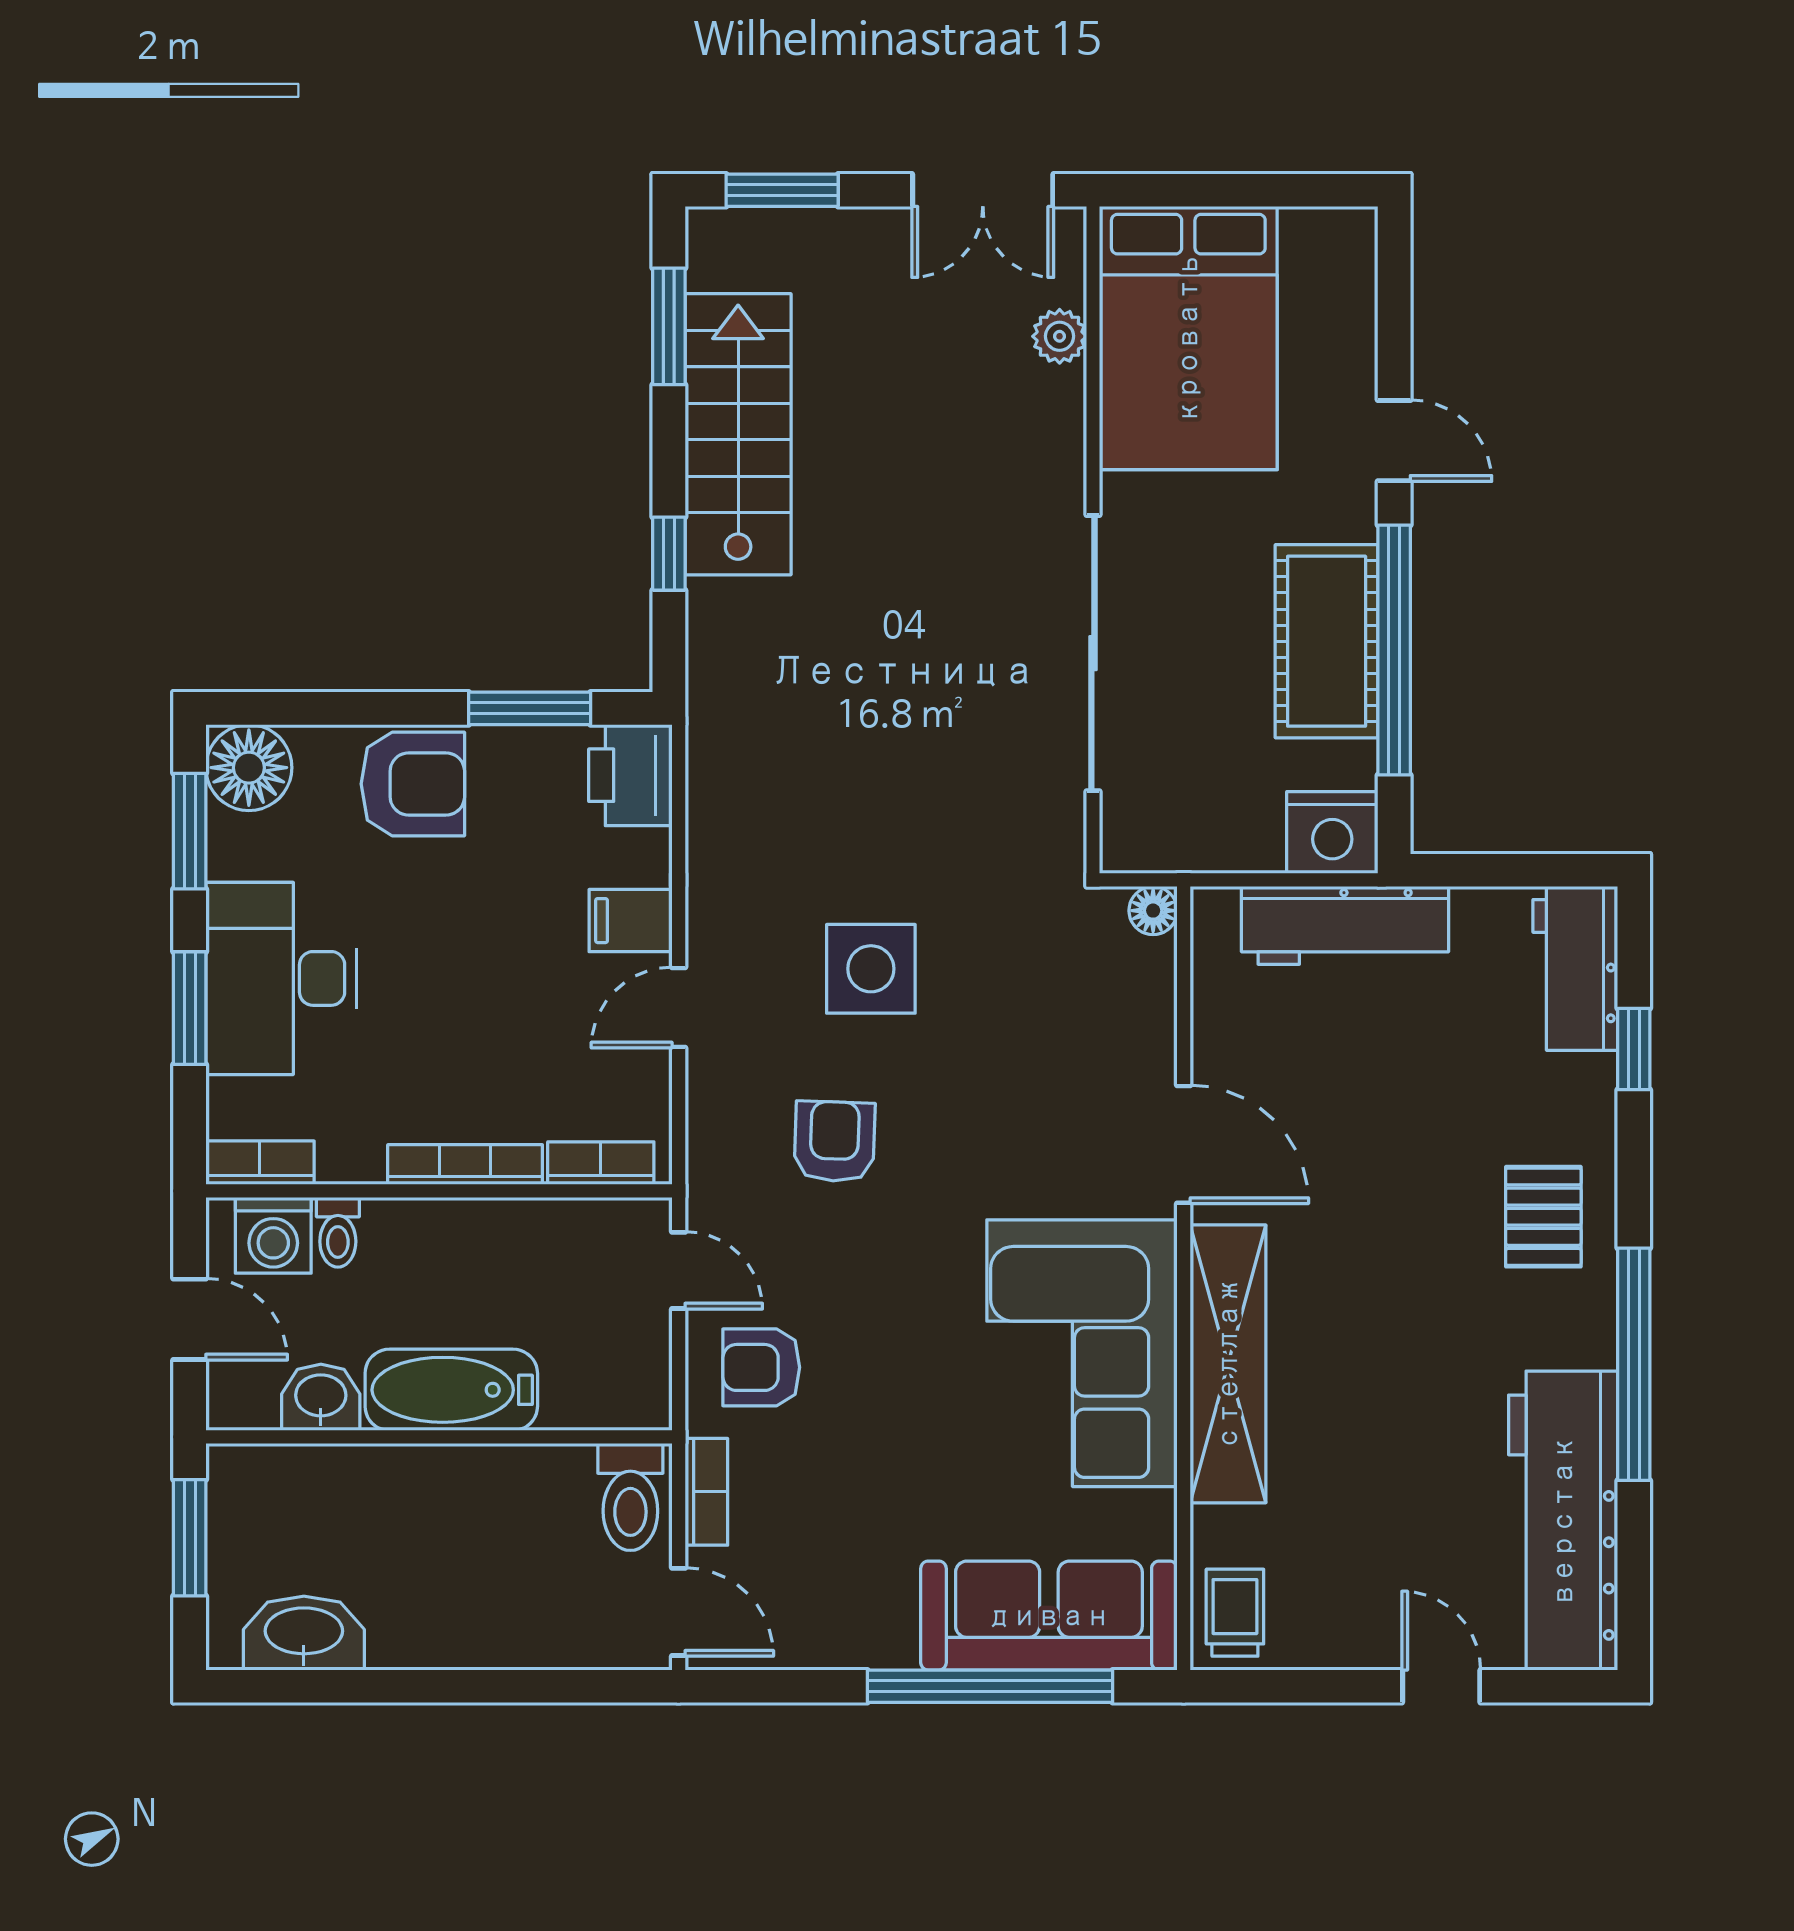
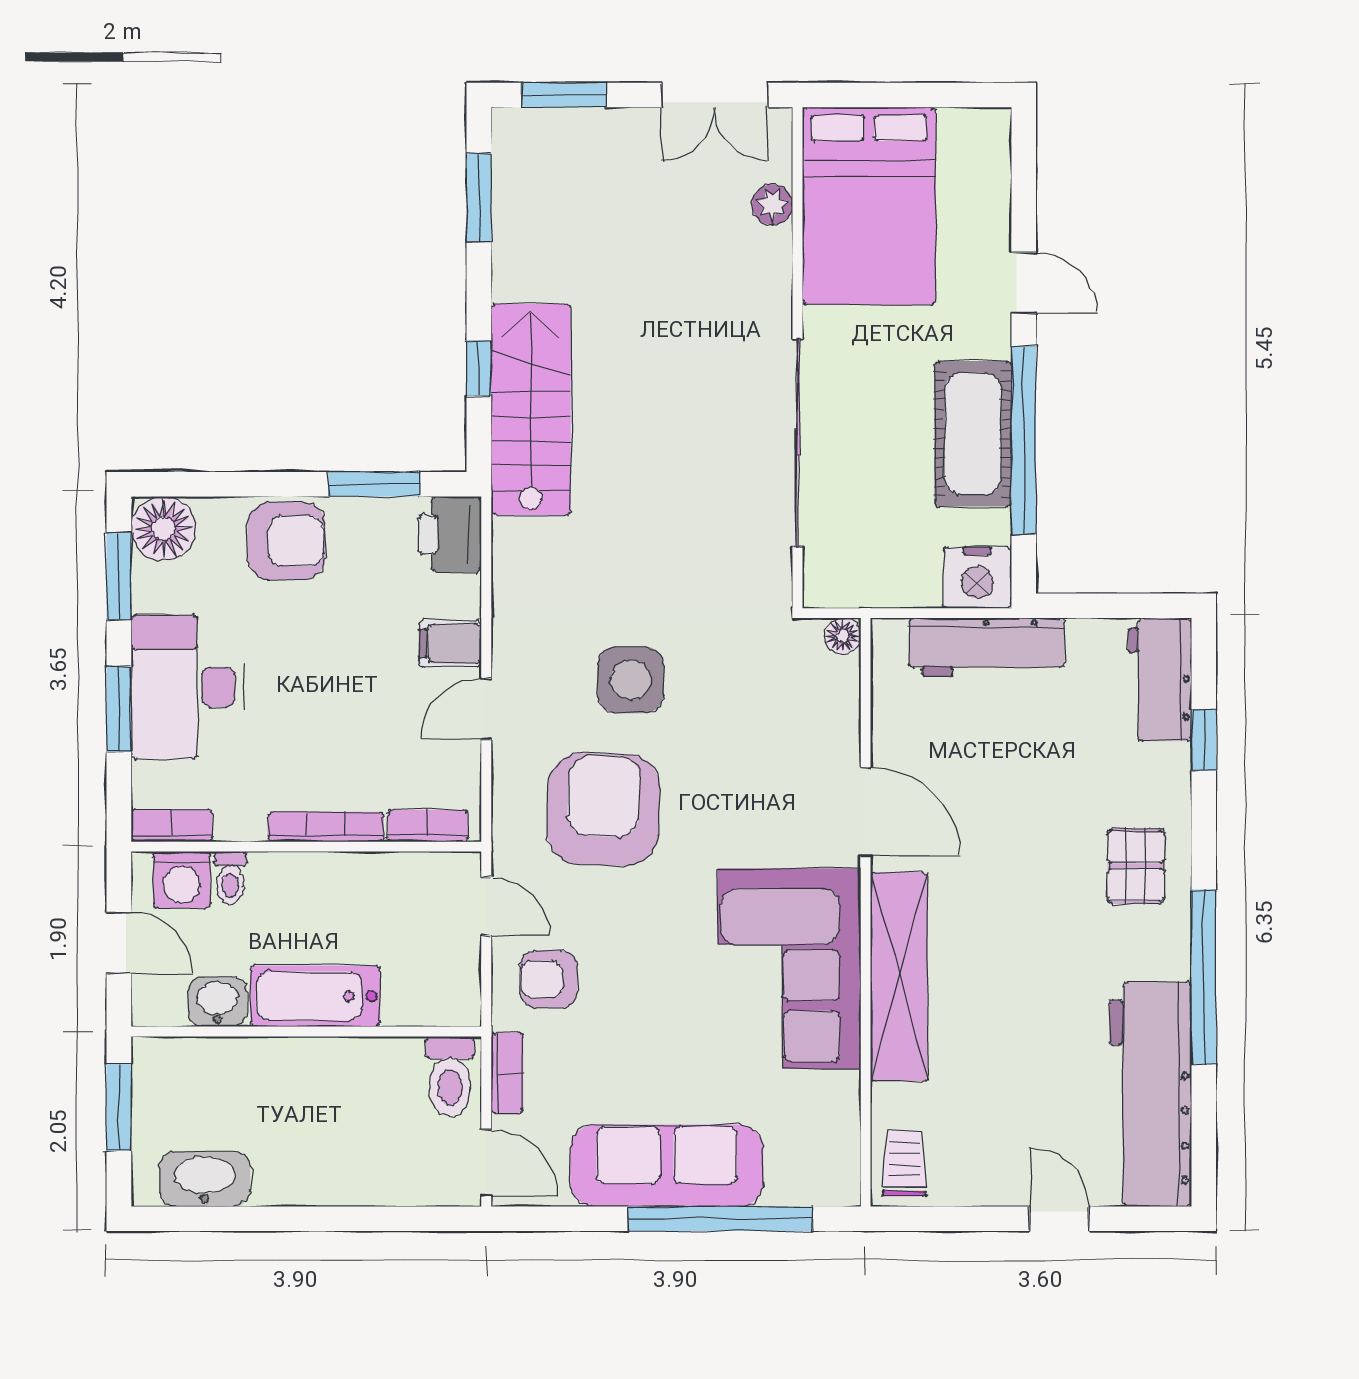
stairs: (738, 434) -> (531, 410), moved
armchair: (835, 1141) -> (603, 810), width x1.88, depth x1.88
sofa: (1049, 1616) -> (667, 1166), moved

